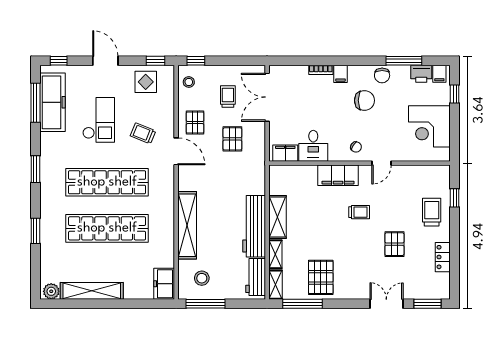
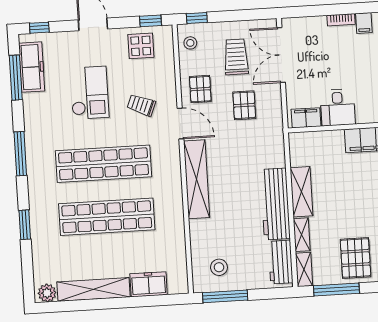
trolley: (228, 97) -> (236, 57), width x1.36, depth x1.39
freezer: (52, 102) -> (32, 67), width x0.73, depth x0.79
window: (35, 169) -> (20, 154), width x1.44
shelving: (187, 225) -> (197, 179), moved
freezer: (164, 284) -> (149, 284), moved, turned 90

